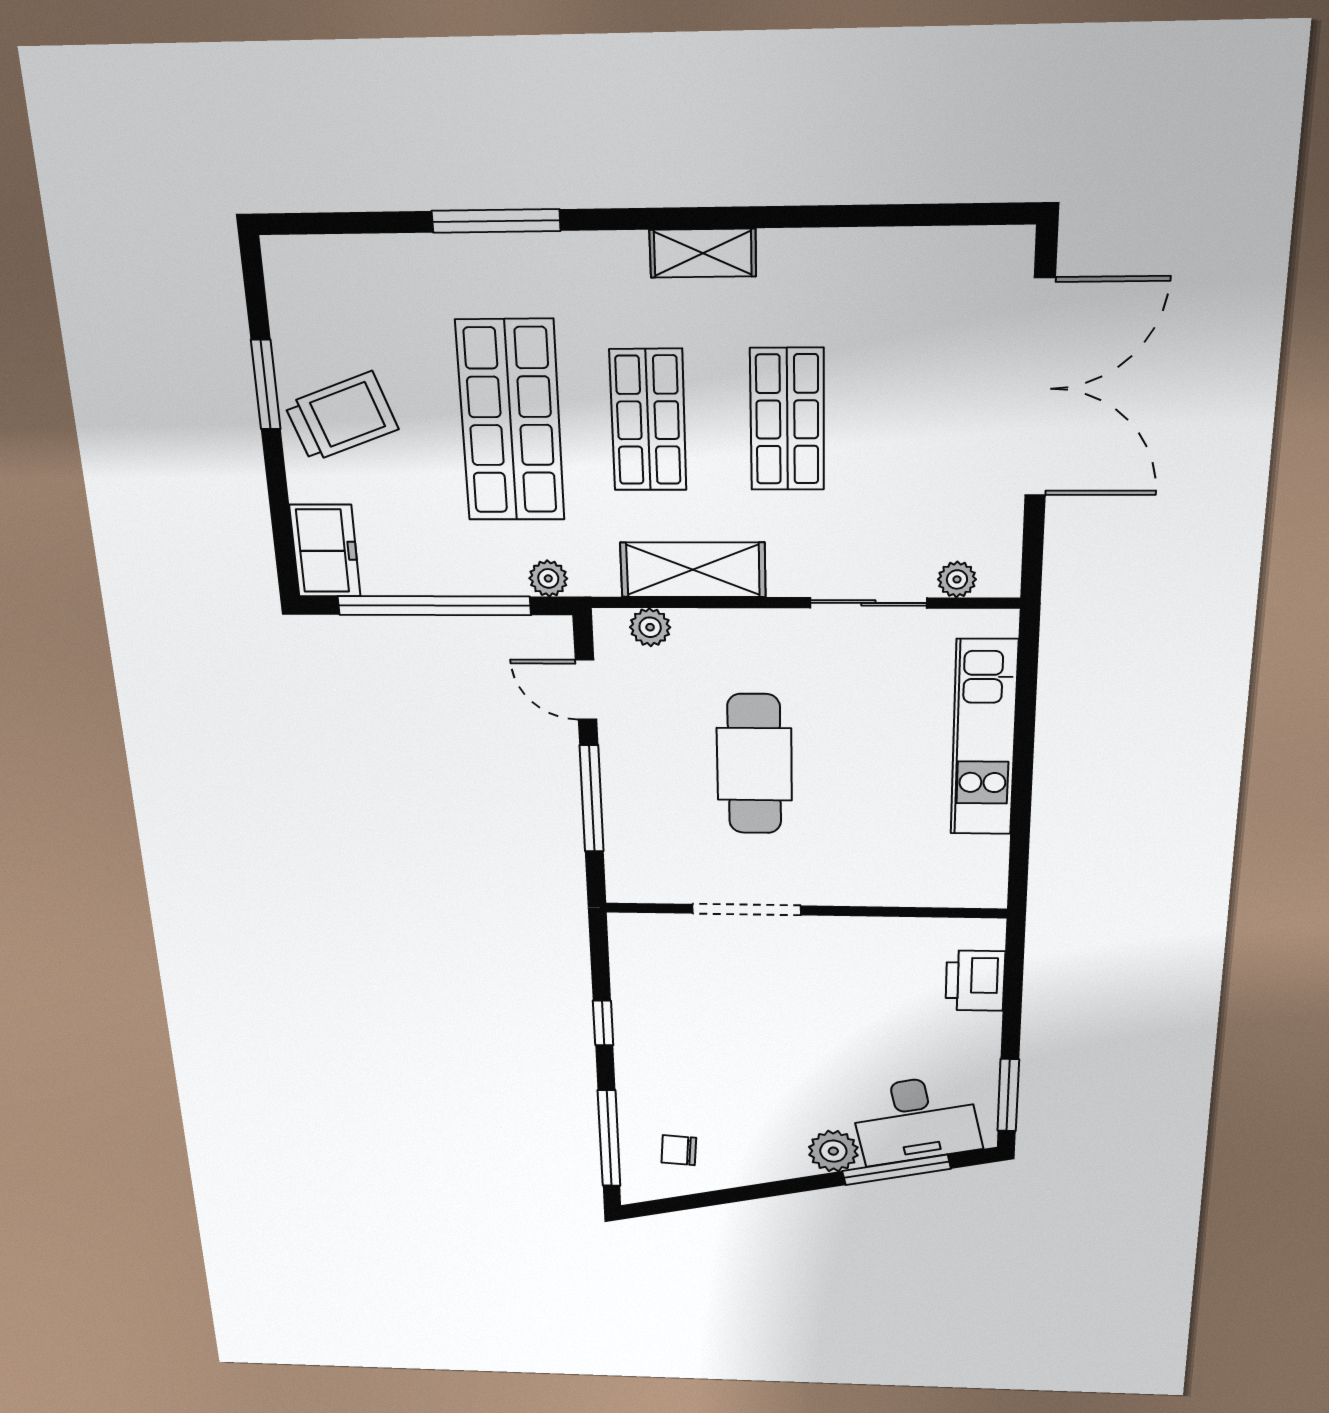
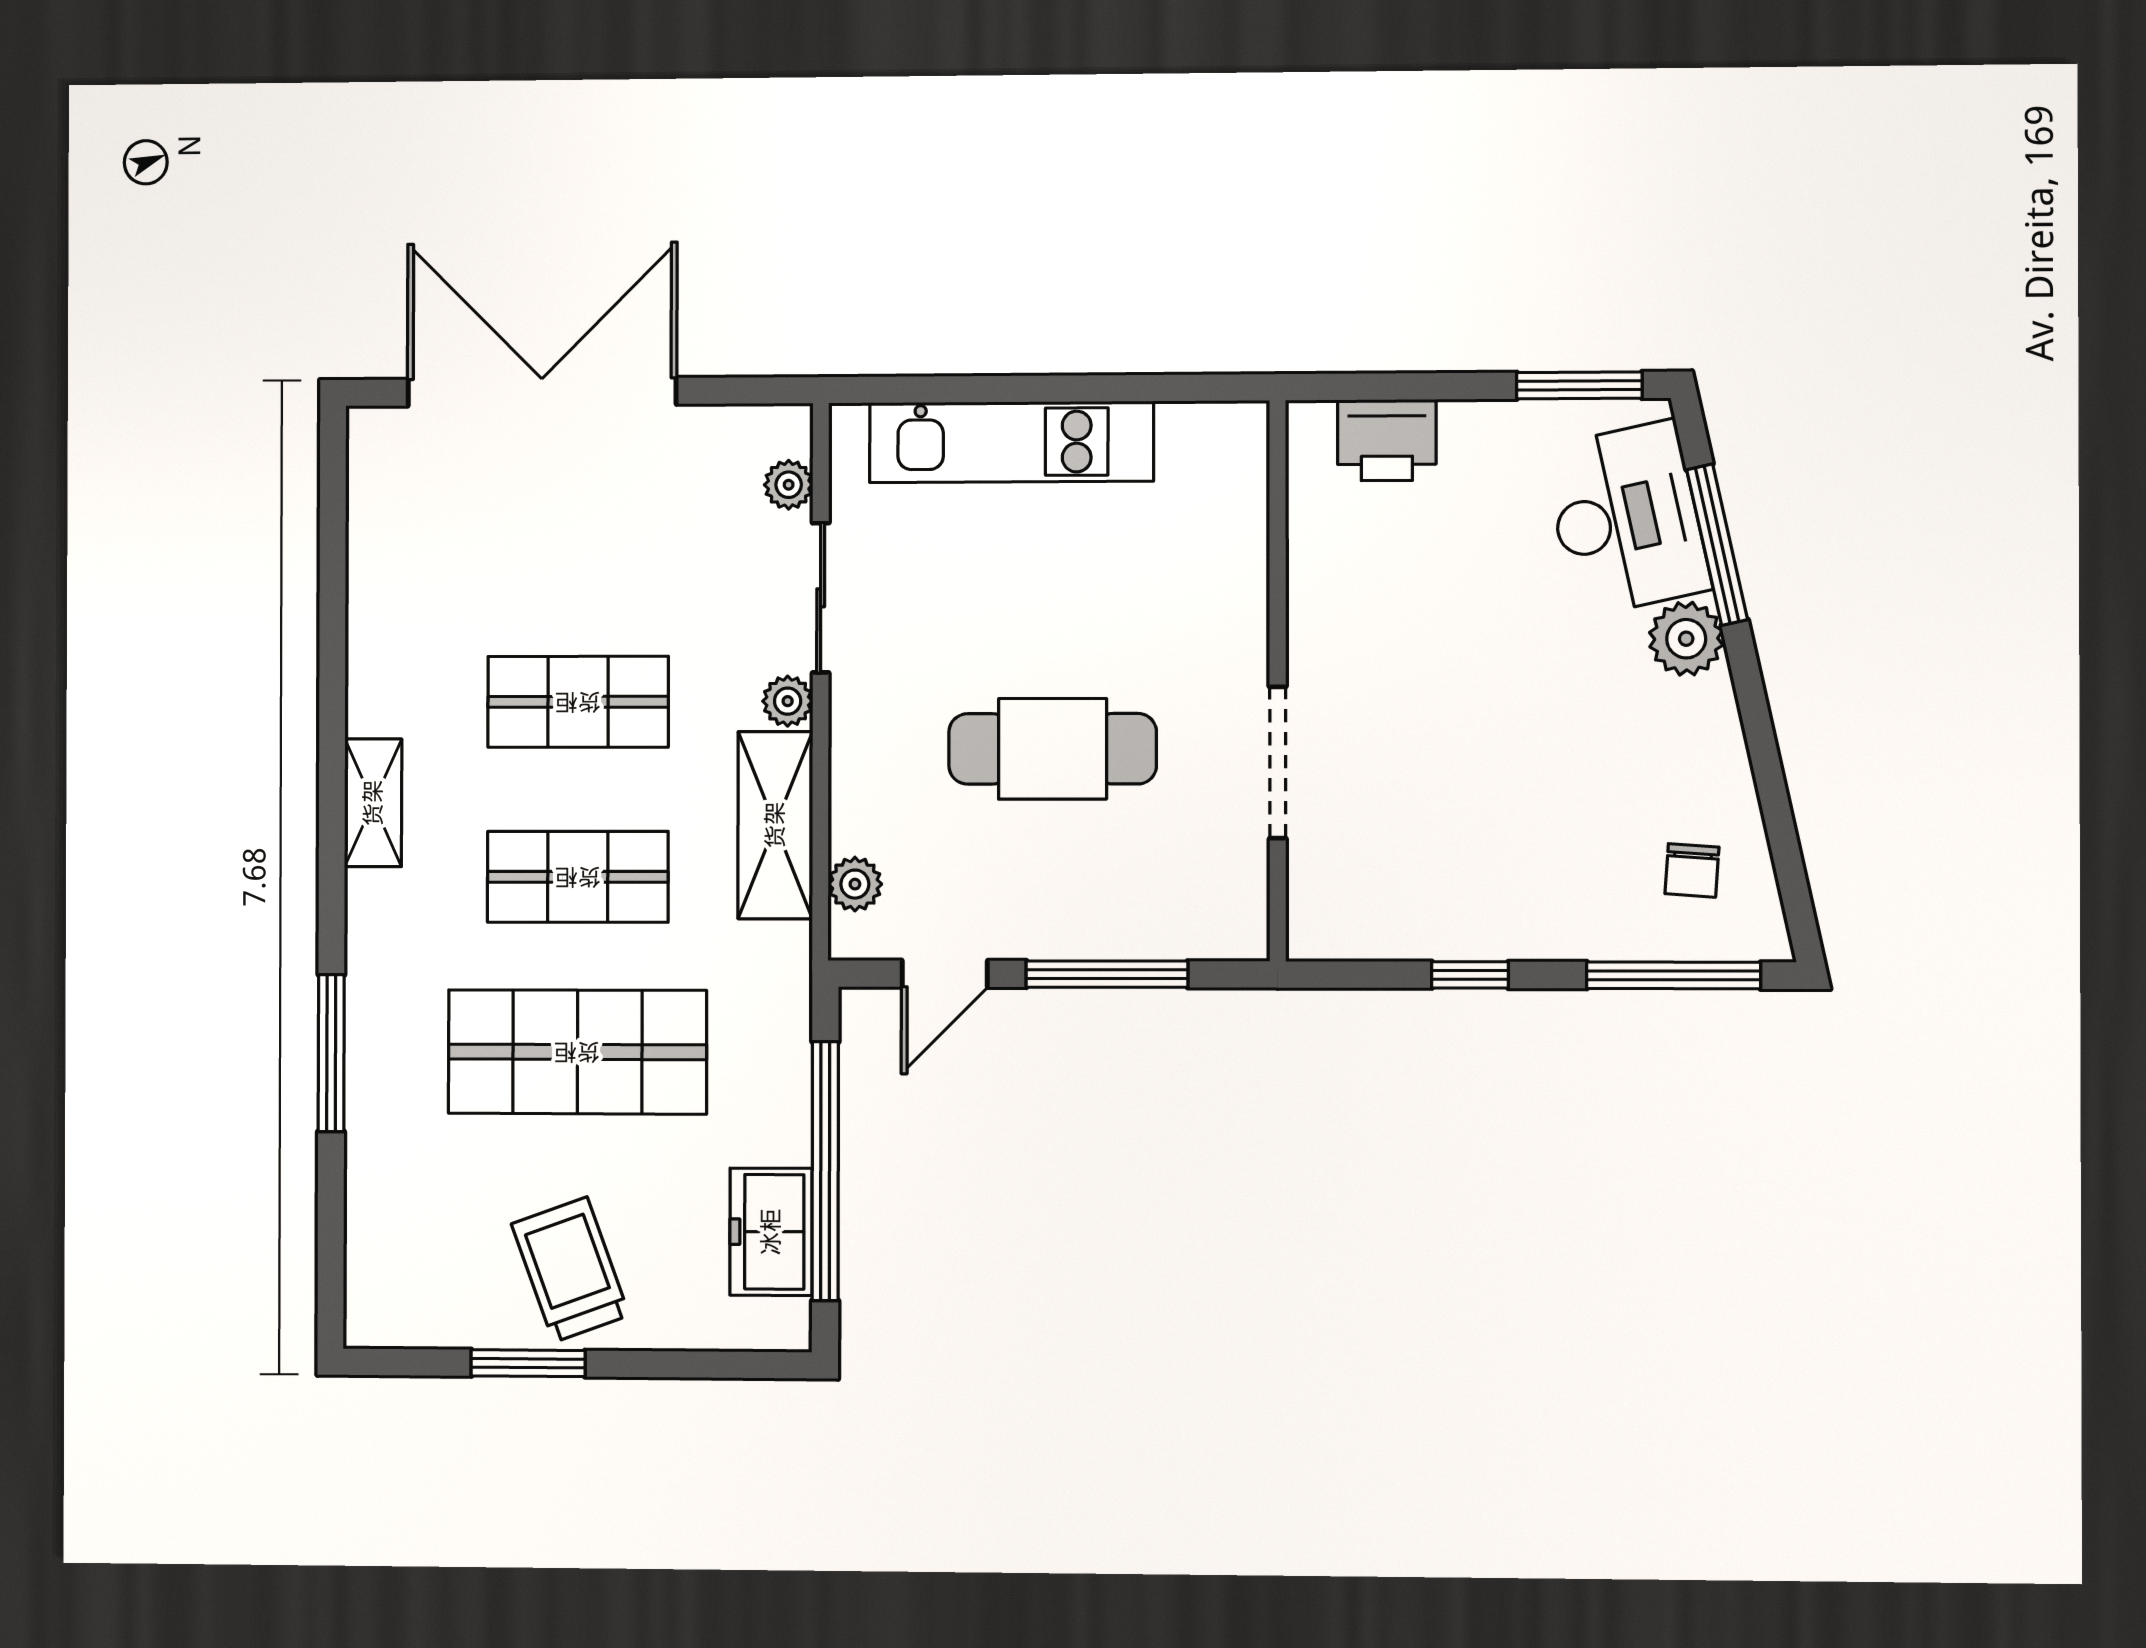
freezer: (325, 551) -> (771, 1232), moved, turned -90
plant: (548, 578) -> (788, 701), moved

